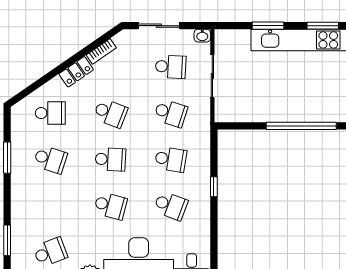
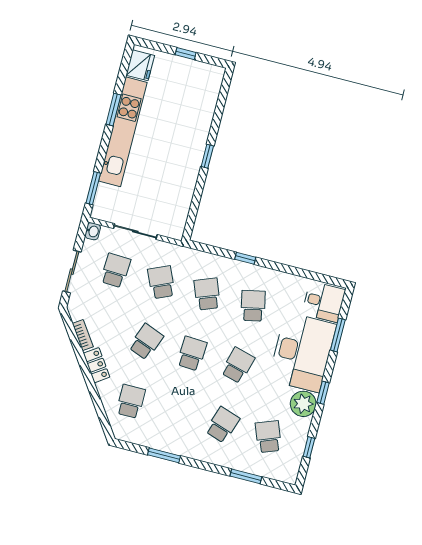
window: (268, 26) -> (93, 188), moved
school desk: (171, 113) -> (161, 282), turned -42
window: (301, 126) -> (207, 156), width x0.32
school desk: (50, 159) -> (222, 425), moved
school desk: (171, 159) -> (207, 294), turned -30
school desk: (171, 206) -> (253, 306), turned -33

